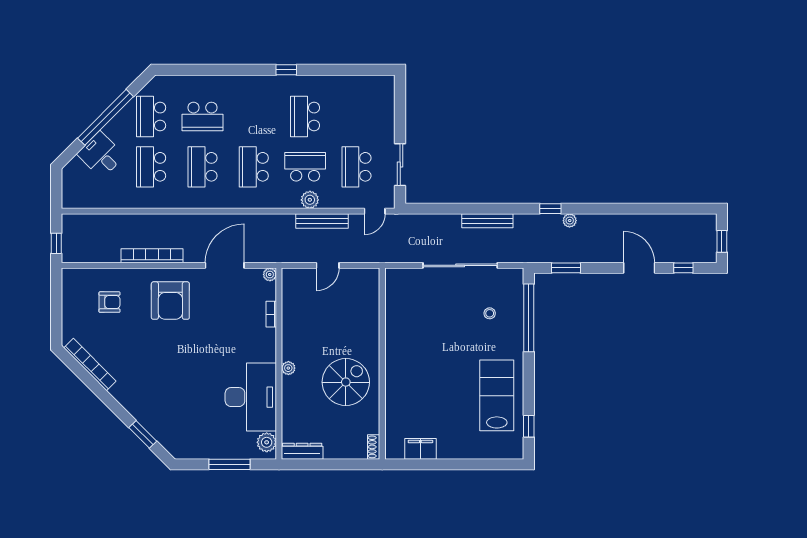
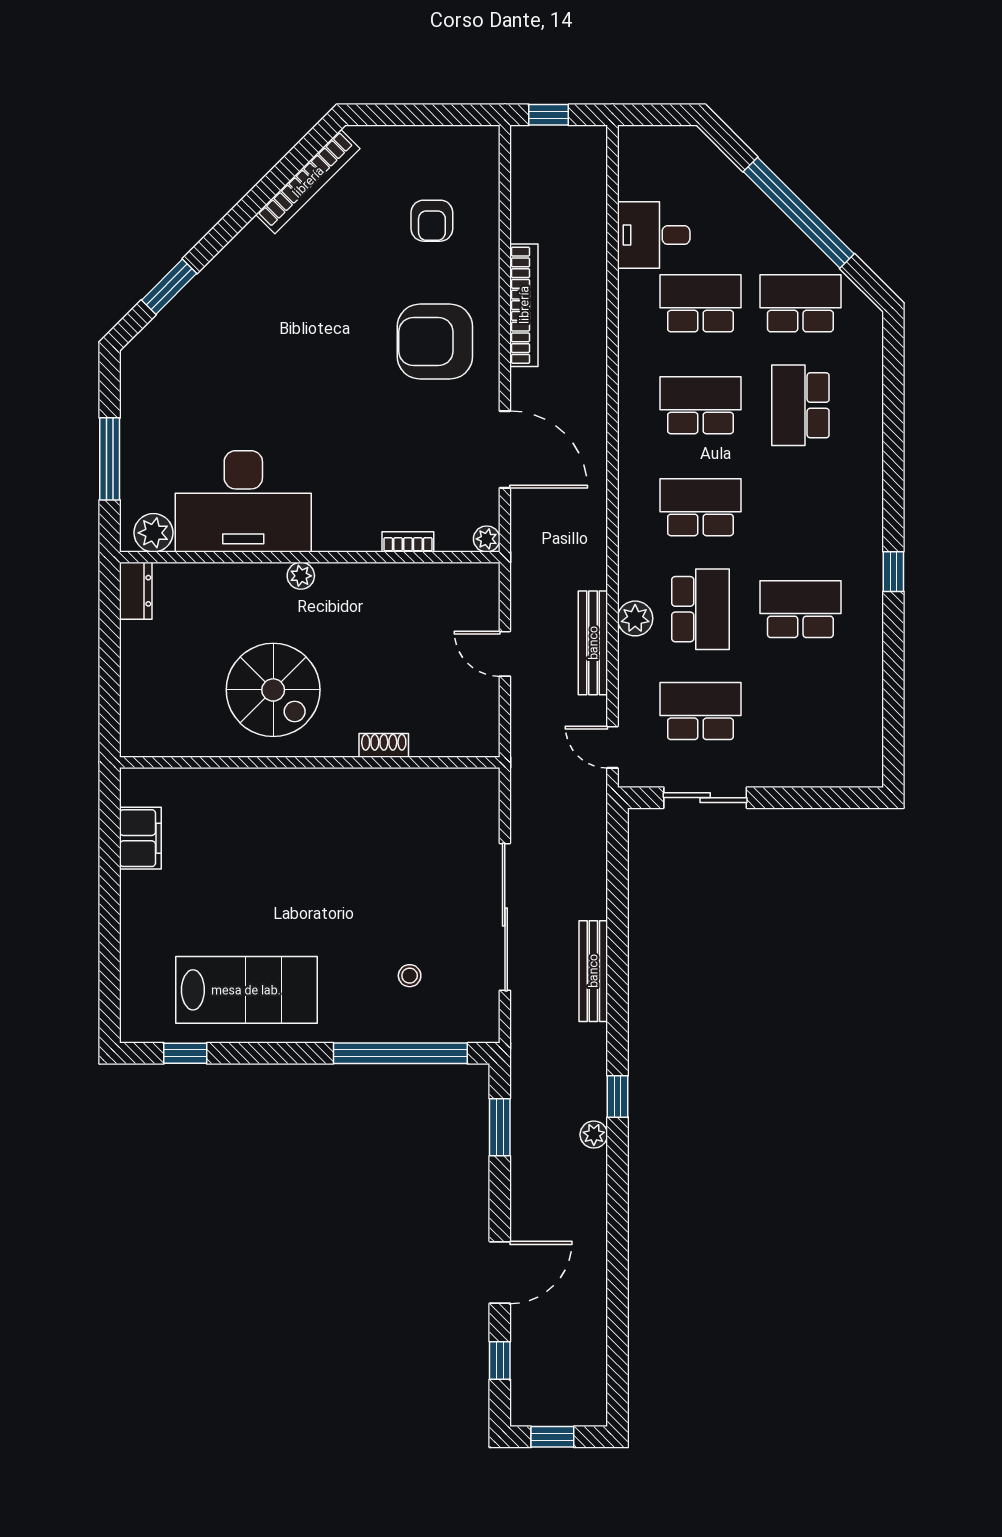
desk: (101, 155) -> (654, 235), moved, turned -135
shoe rack: (374, 447) -> (384, 745), moved
dresser: (302, 451) -> (136, 591), width x0.70

